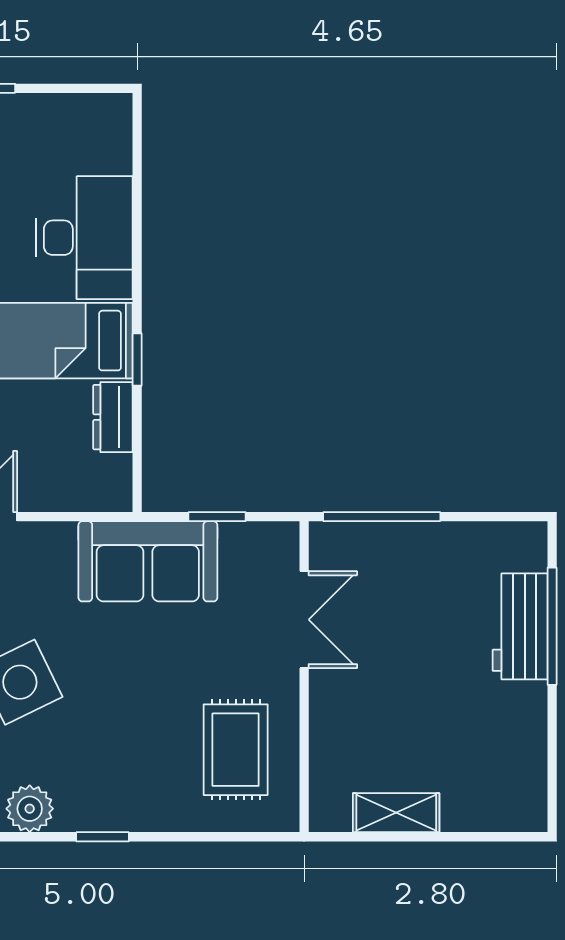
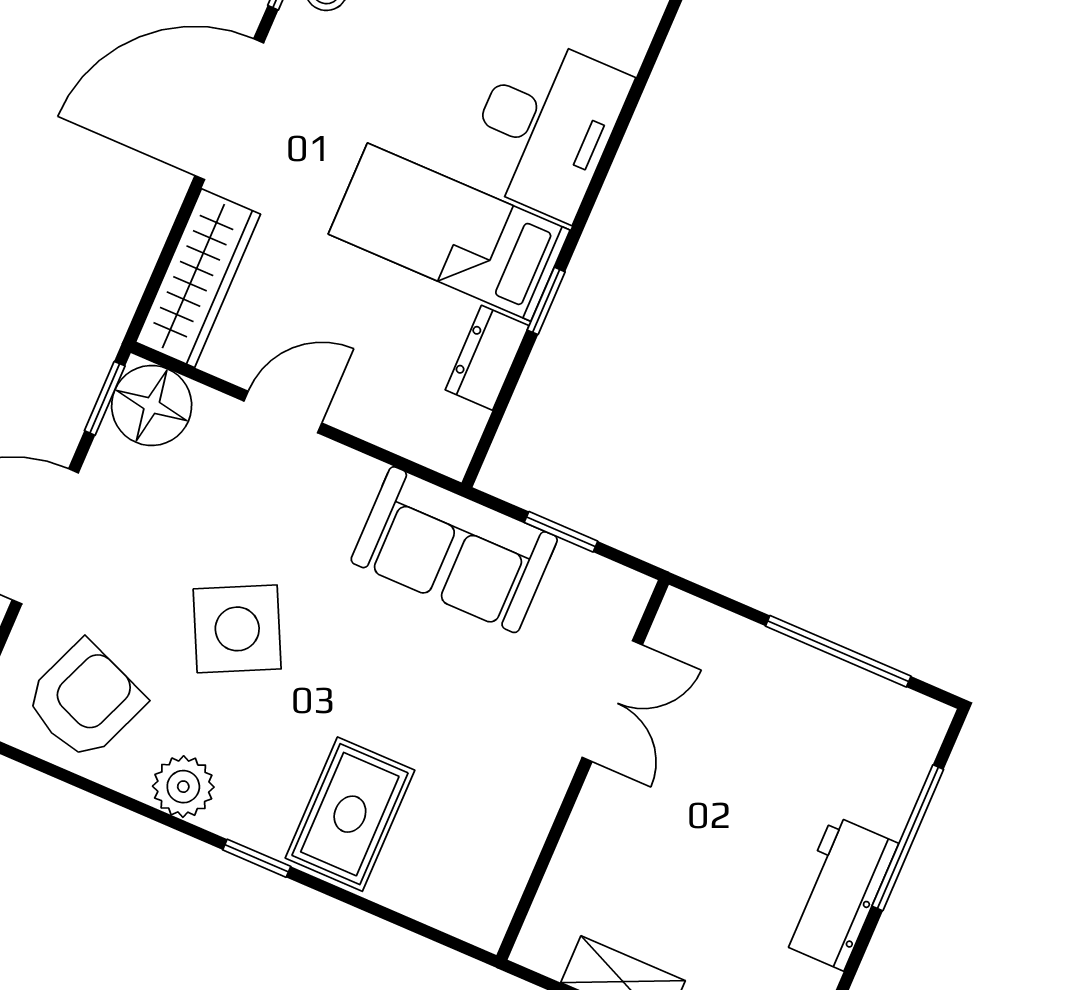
window: (382, 517) -> (838, 651), moved
workbench: (520, 626) -> (838, 893), moved
rug: (236, 750) -> (350, 814), moved

